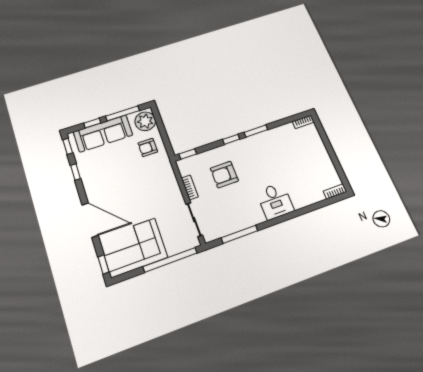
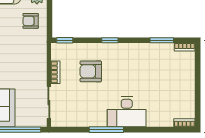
window: (256, 131) -> (162, 40), moved
desk: (275, 201) -> (127, 112), width x1.37
window: (239, 234) -> (106, 130), moved

